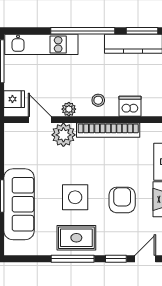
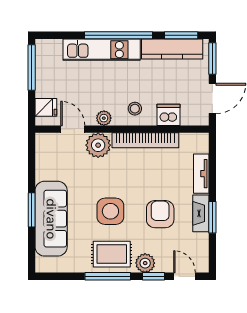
kitchen unit: (41, 44) -> (102, 50), moved
plant: (108, 246) -> (145, 263), added
door: (145, 259) -> (184, 276), hinge flipped

